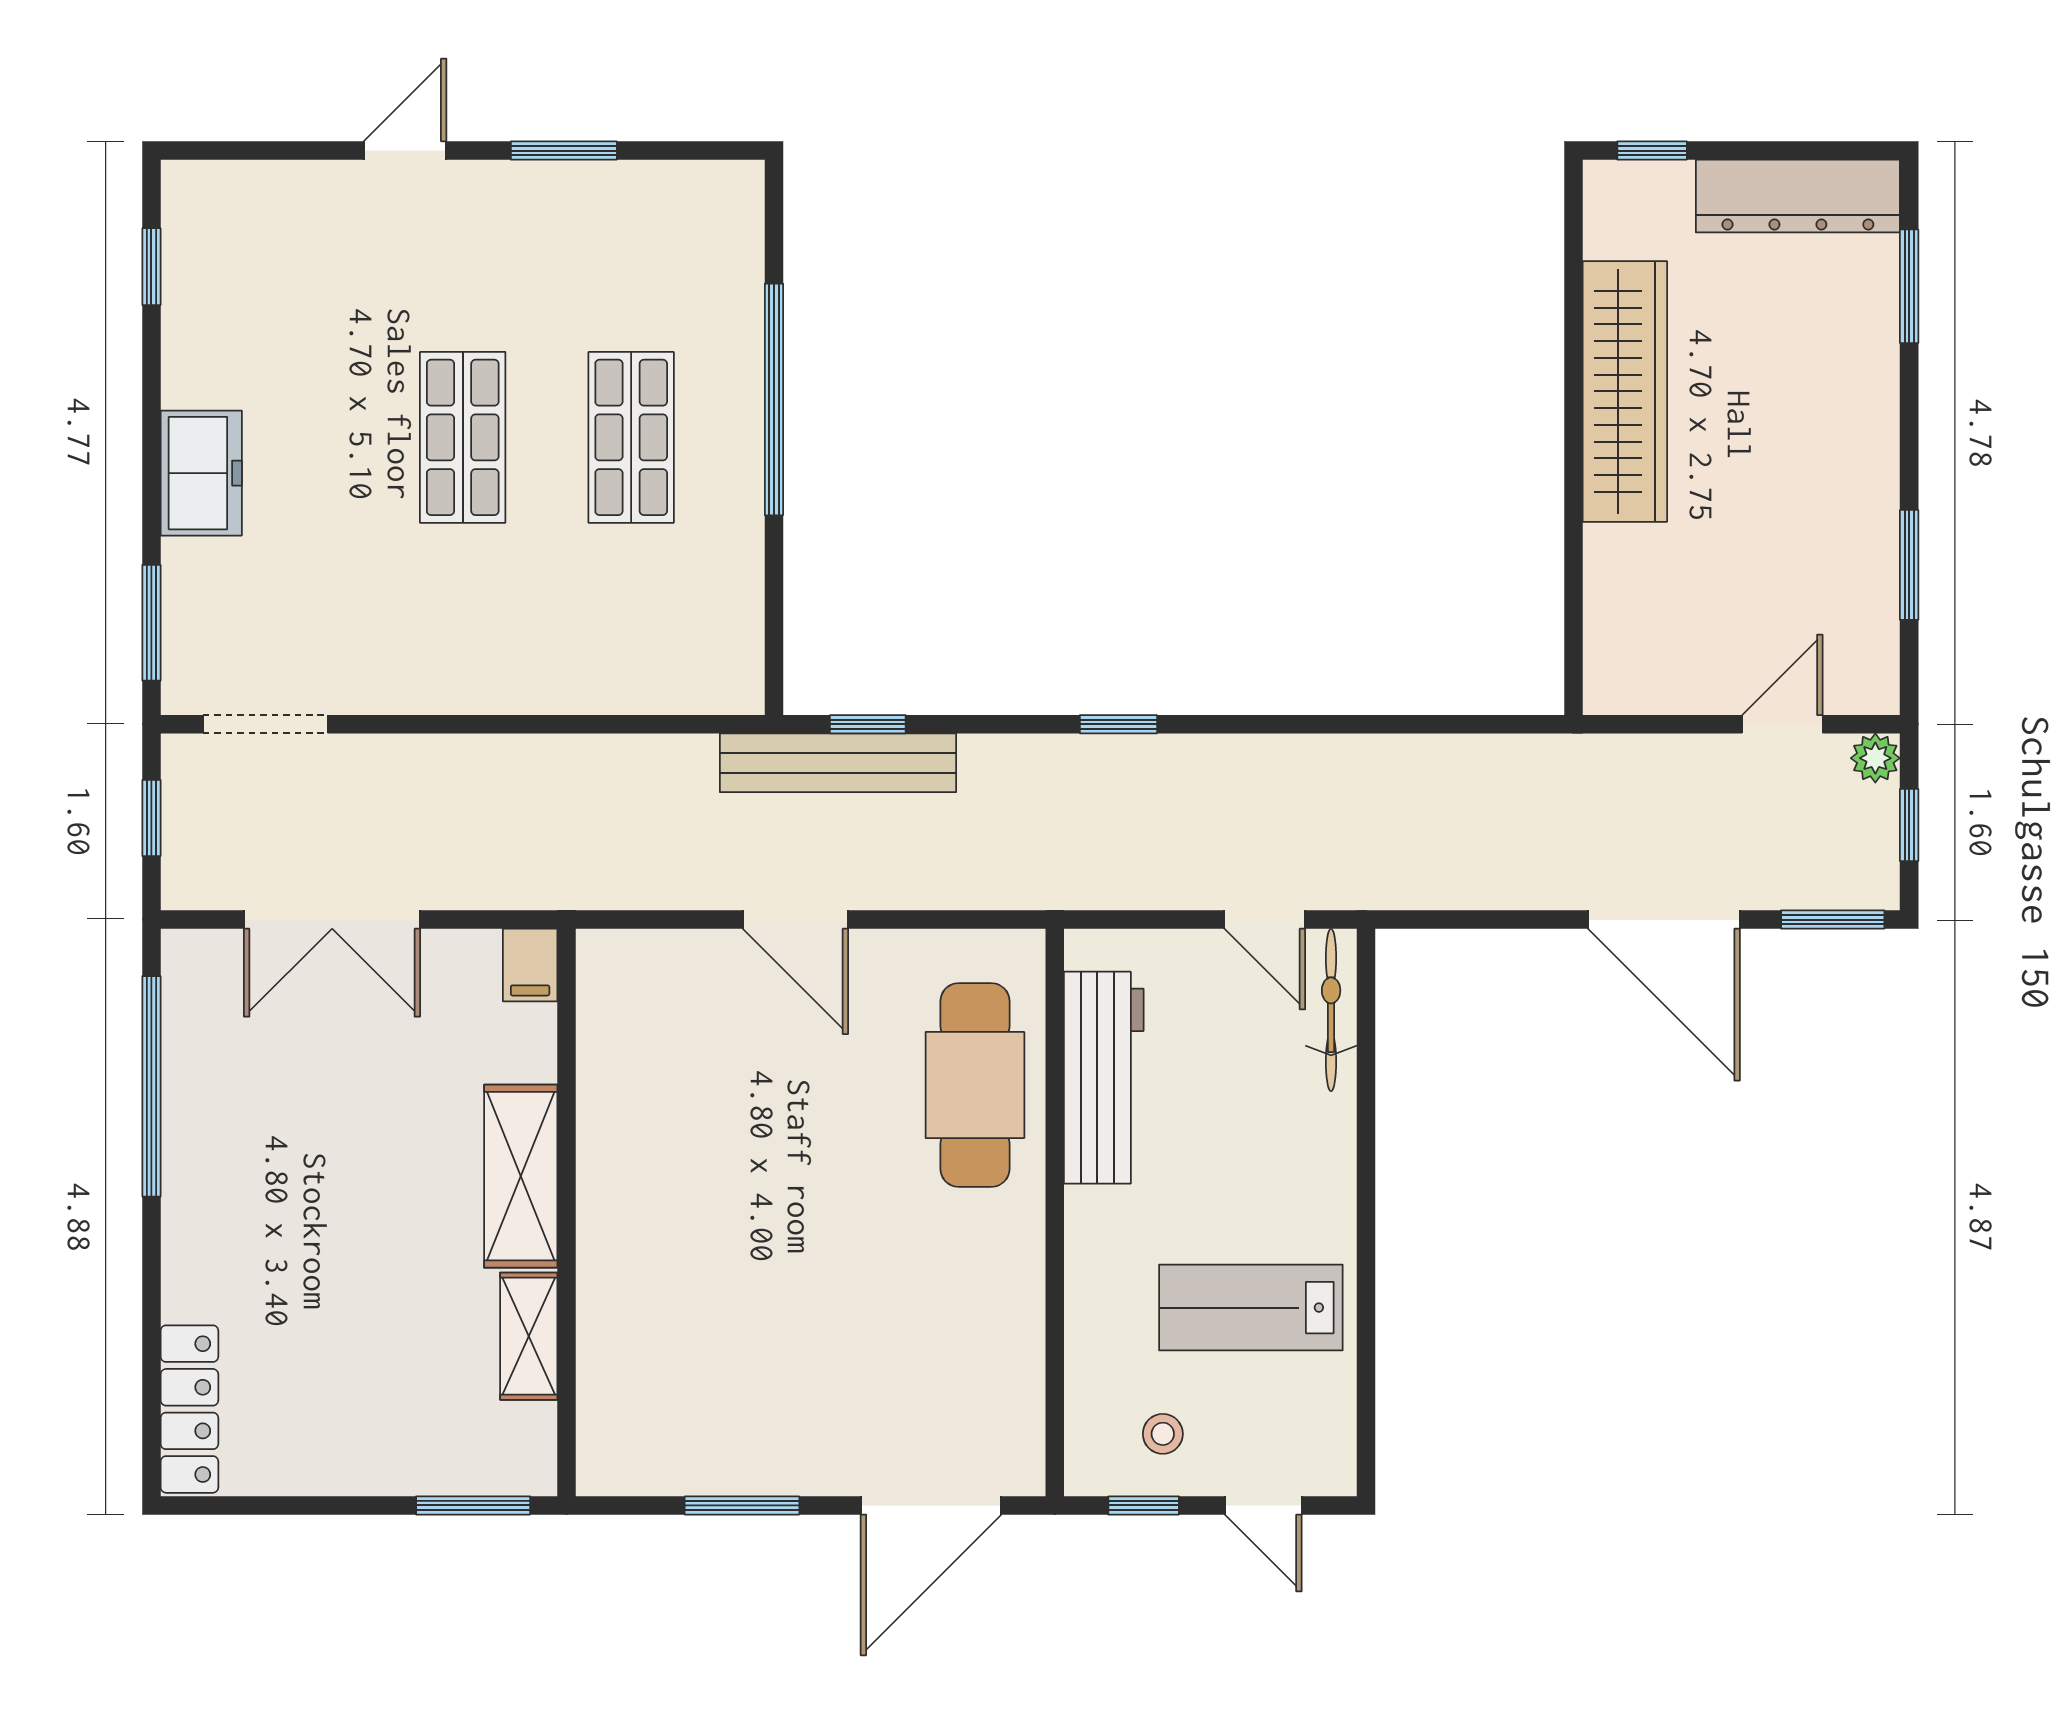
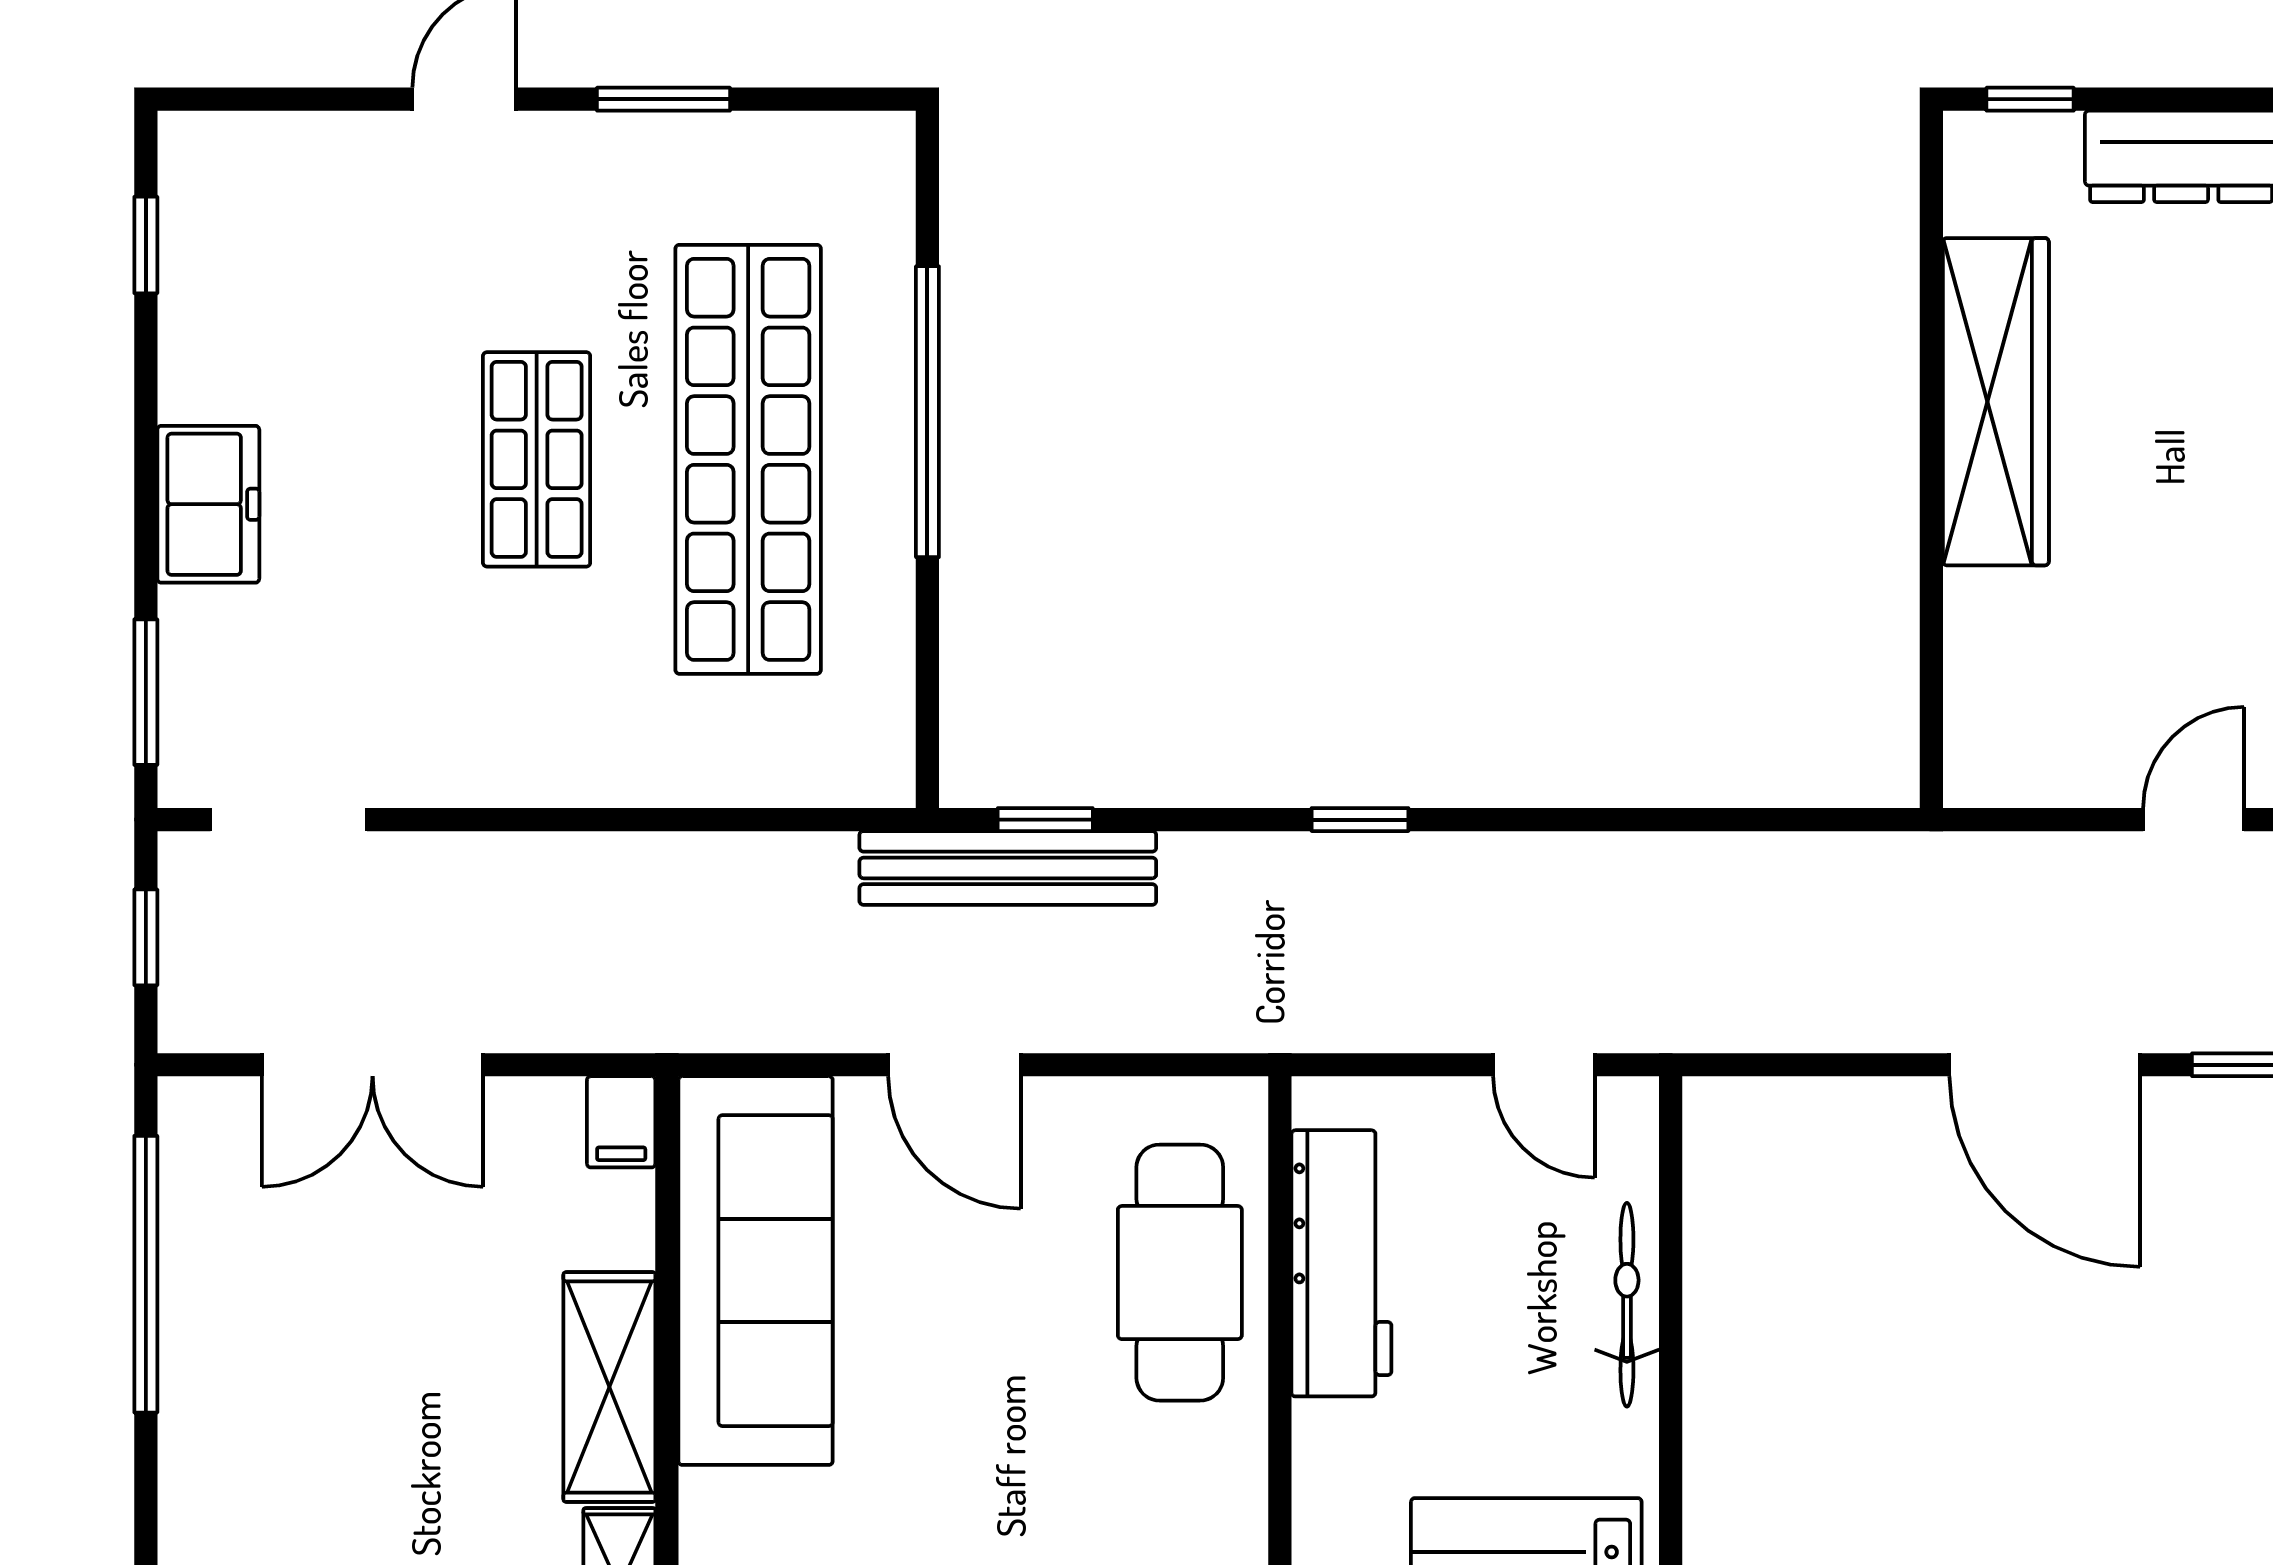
shop shelf: (631, 437) -> (748, 459), width x2.00, depth x1.36
bicycle: (1331, 1010) -> (1627, 1305), moved
sofa: (637, 1083) -> (756, 1271), added

